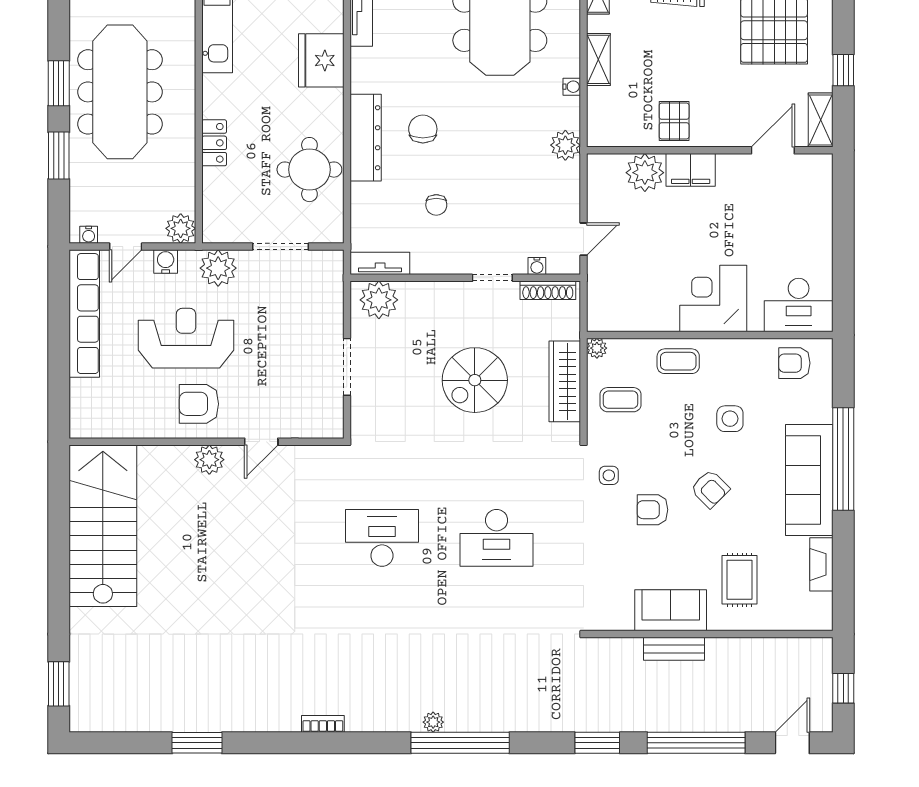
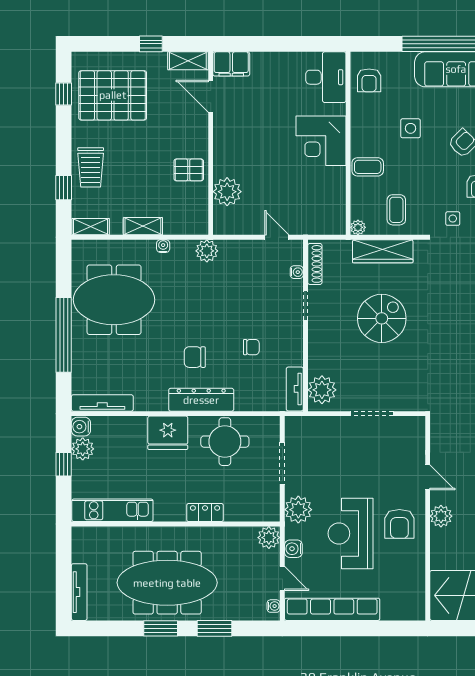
fridge: (321, 60) -> (168, 433), moved
filing cabinet: (691, 170) -> (231, 64), moved, turned 90
coffee table: (678, 361) -> (368, 167), turned 90
spiral stairs: (475, 380) -> (382, 318), turned -90

